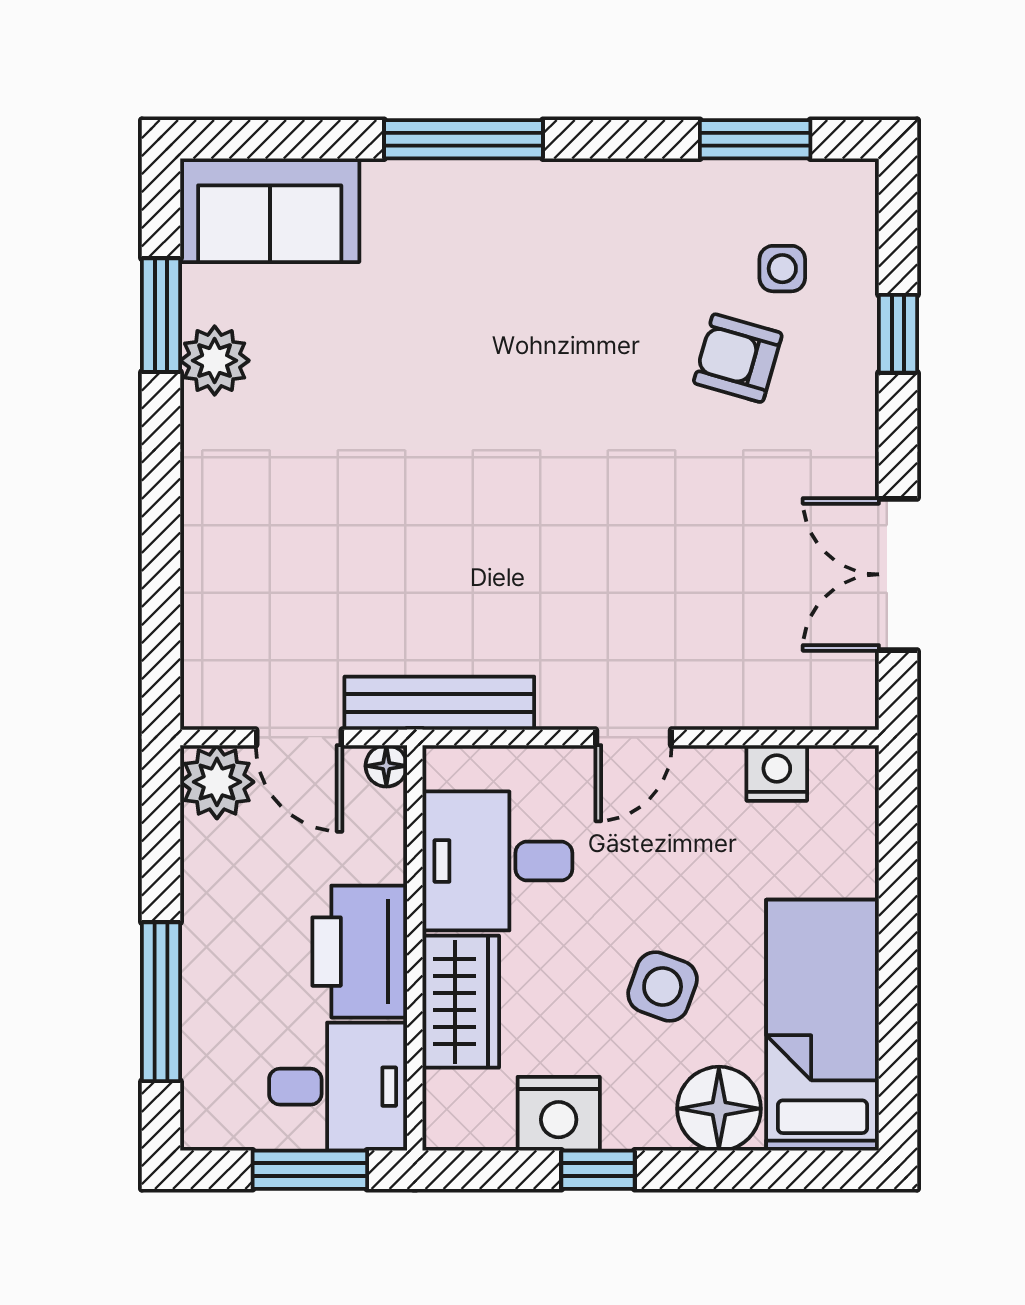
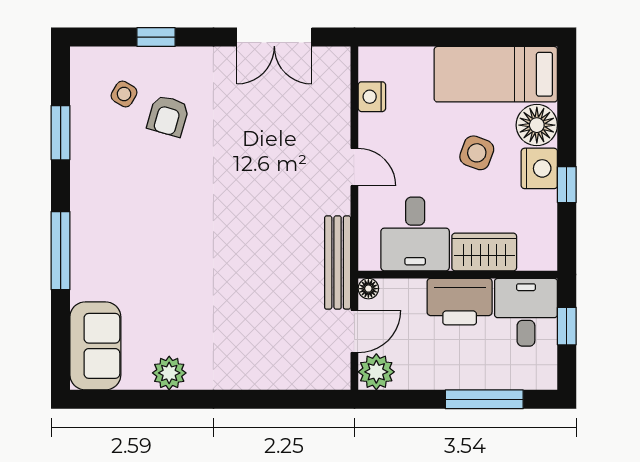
window: (755, 139) -> (61, 133), moved
side table: (782, 269) -> (124, 94), turned 31
window: (161, 315) -> (147, 399), removed
nightstand: (559, 1114) -> (539, 168), moved
window: (310, 1170) -> (567, 326), width x0.67

